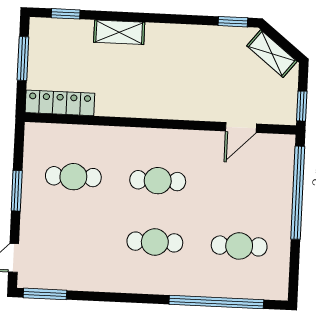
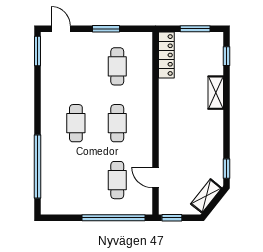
cafe table: (239, 246) -> (117, 180), moved

